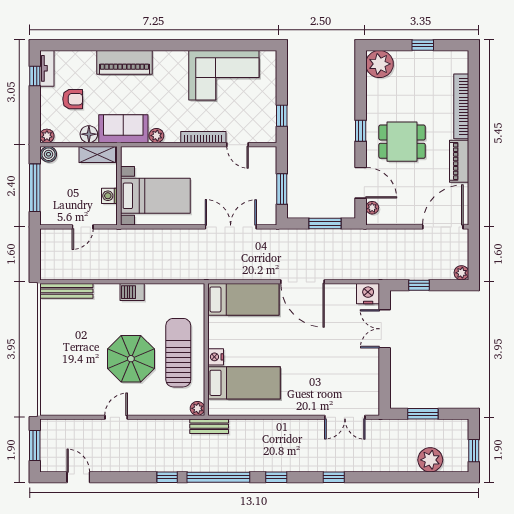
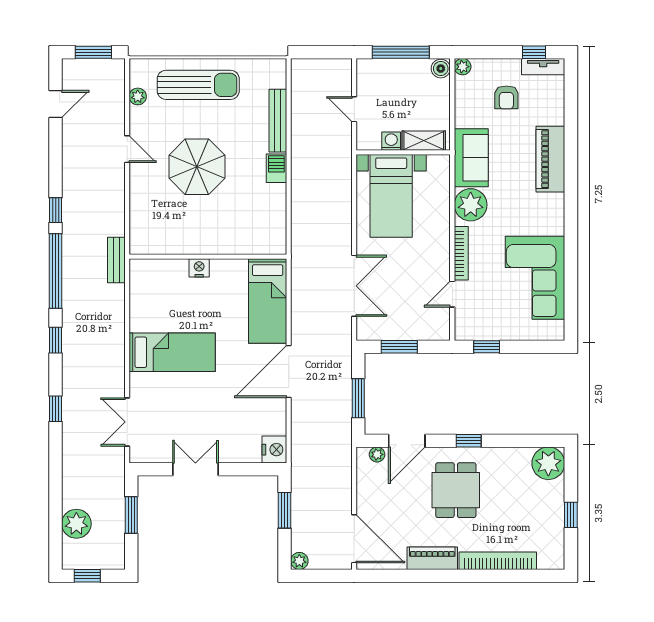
floor lamp: (89, 134) -> (465, 117), removed
plant: (156, 136) -> (471, 205), width x1.87, depth x1.87
shelving: (97, 154) -> (424, 141), moved, turned 90
window: (419, 285) -> (285, 510), width x1.50
bench: (66, 291) -> (278, 121), moved
double door: (385, 329) -> (195, 469), moved
sun lounger: (178, 353) -> (198, 85), moved
bed: (244, 383) -> (172, 352), moved, turned -90
plant: (197, 408) -> (138, 96), moved

